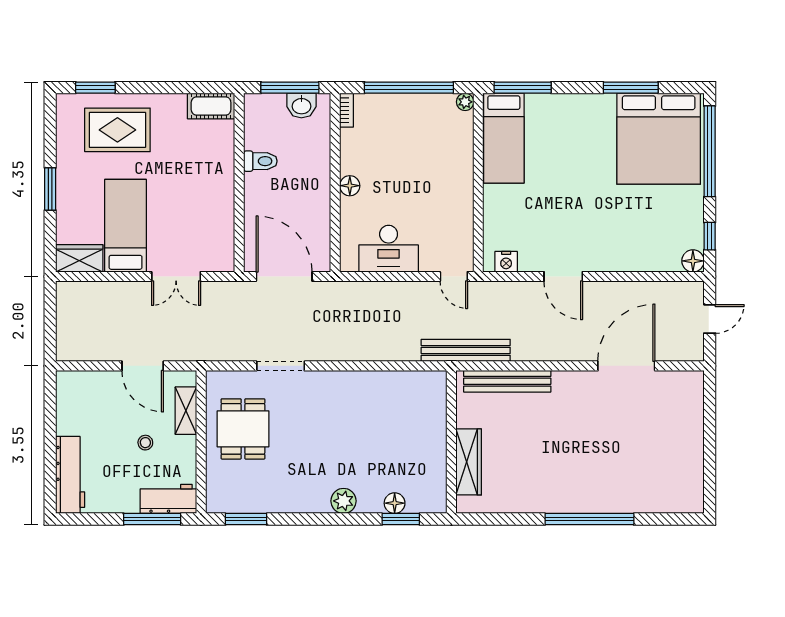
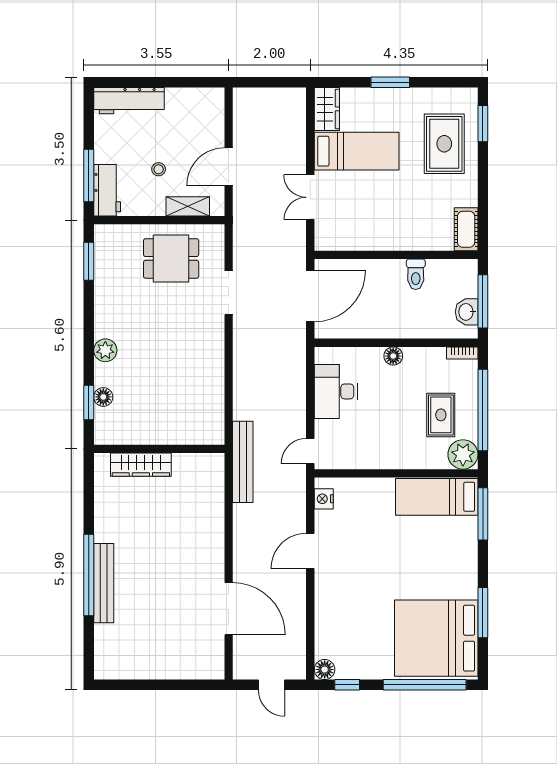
plant: (465, 102) -> (463, 454), width x1.88, depth x1.88
rug: (414, 134) -> (441, 415), added
bench: (507, 381) -> (104, 583), moved

